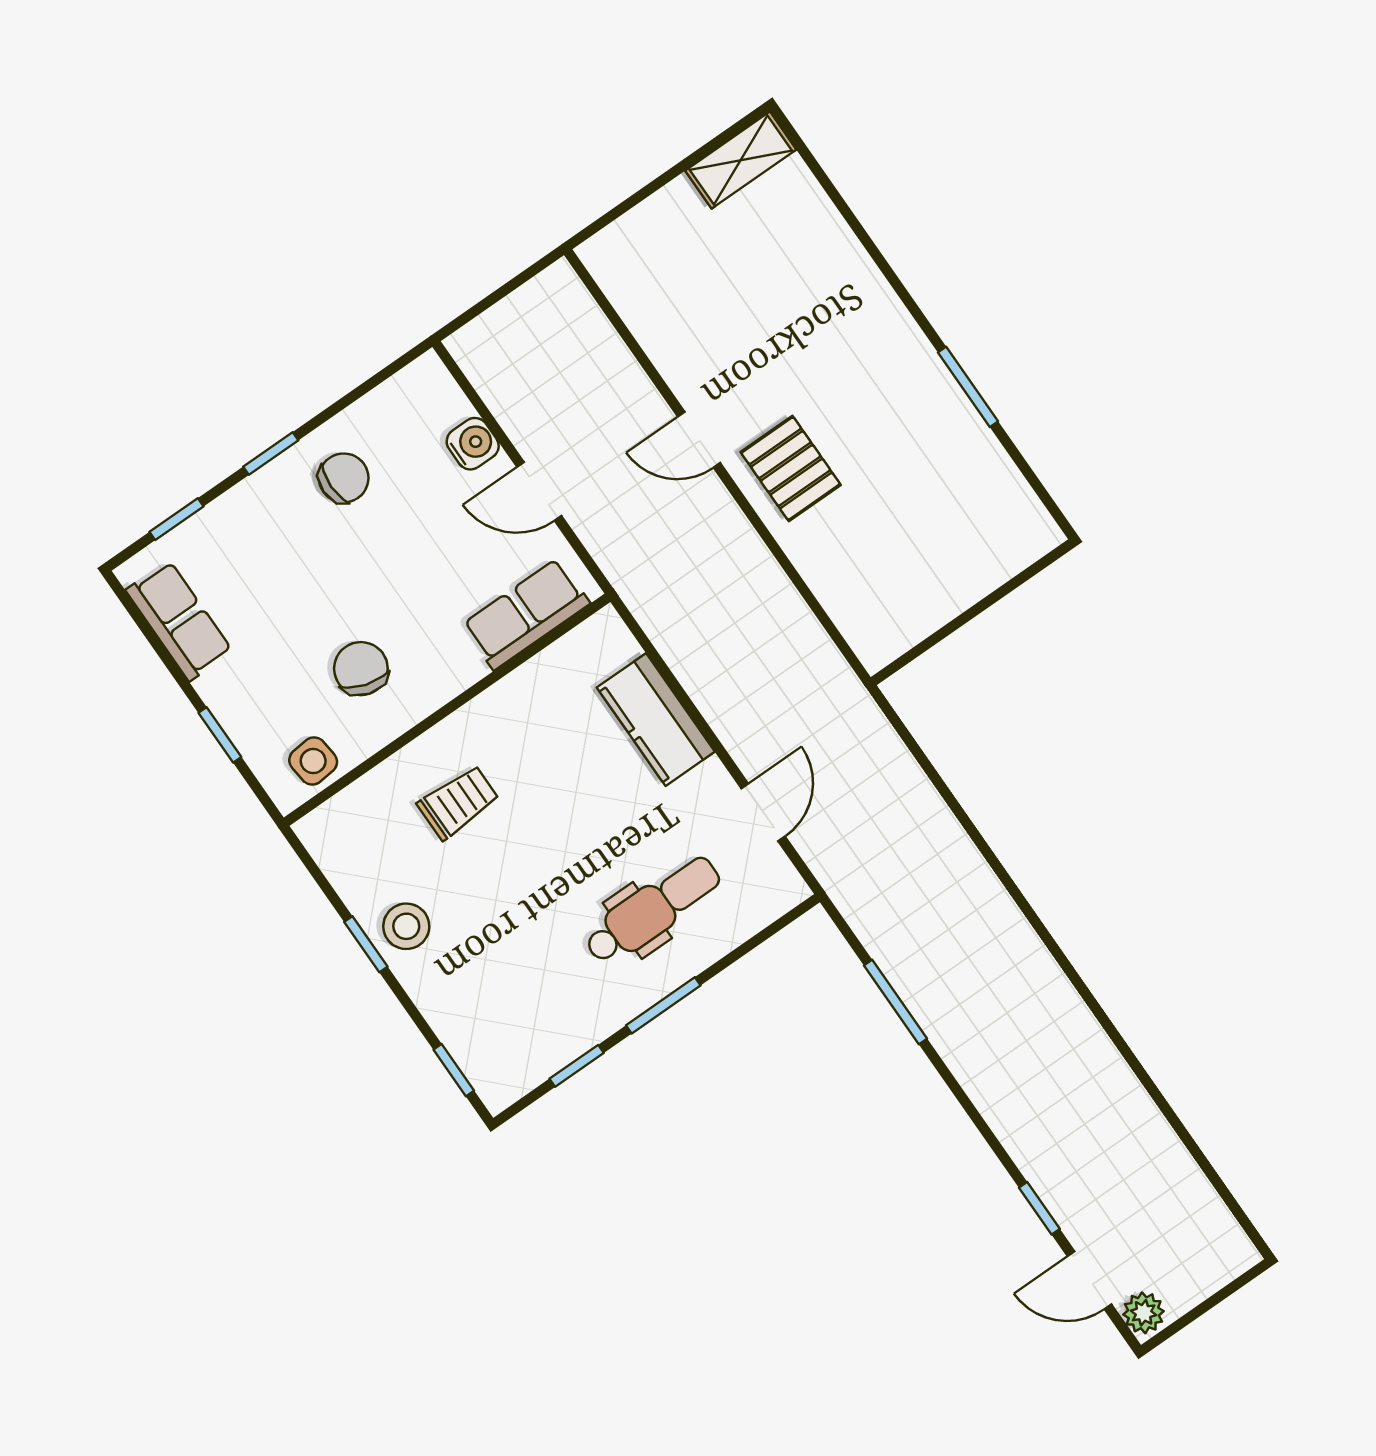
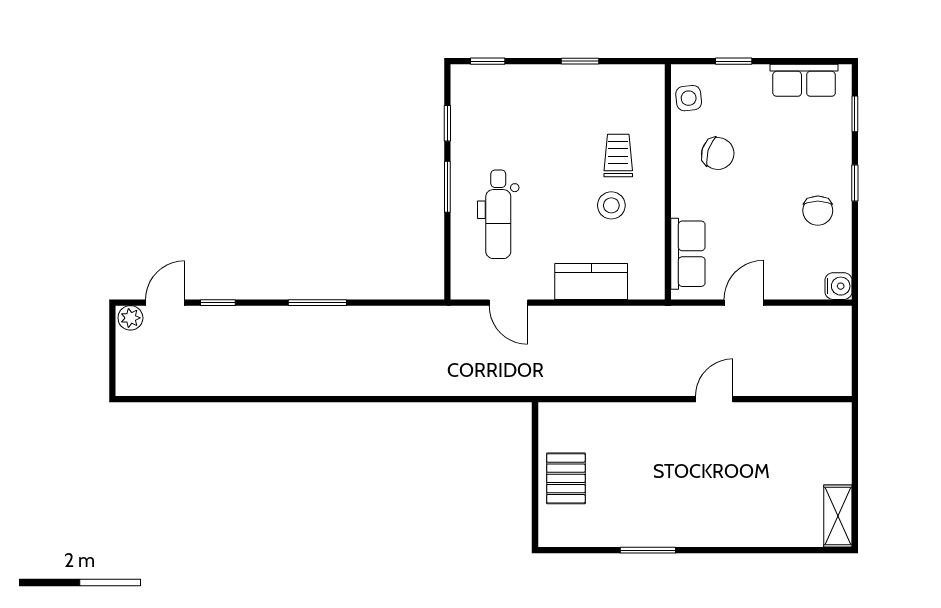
water cooler: (473, 444) -> (839, 286), moved, turned -90
pallet: (791, 468) -> (566, 478), moved, turned 90
trolley: (458, 802) -> (618, 155), turned 180
stool: (406, 926) -> (611, 205), moved
window: (896, 1002) -> (317, 303), moved

